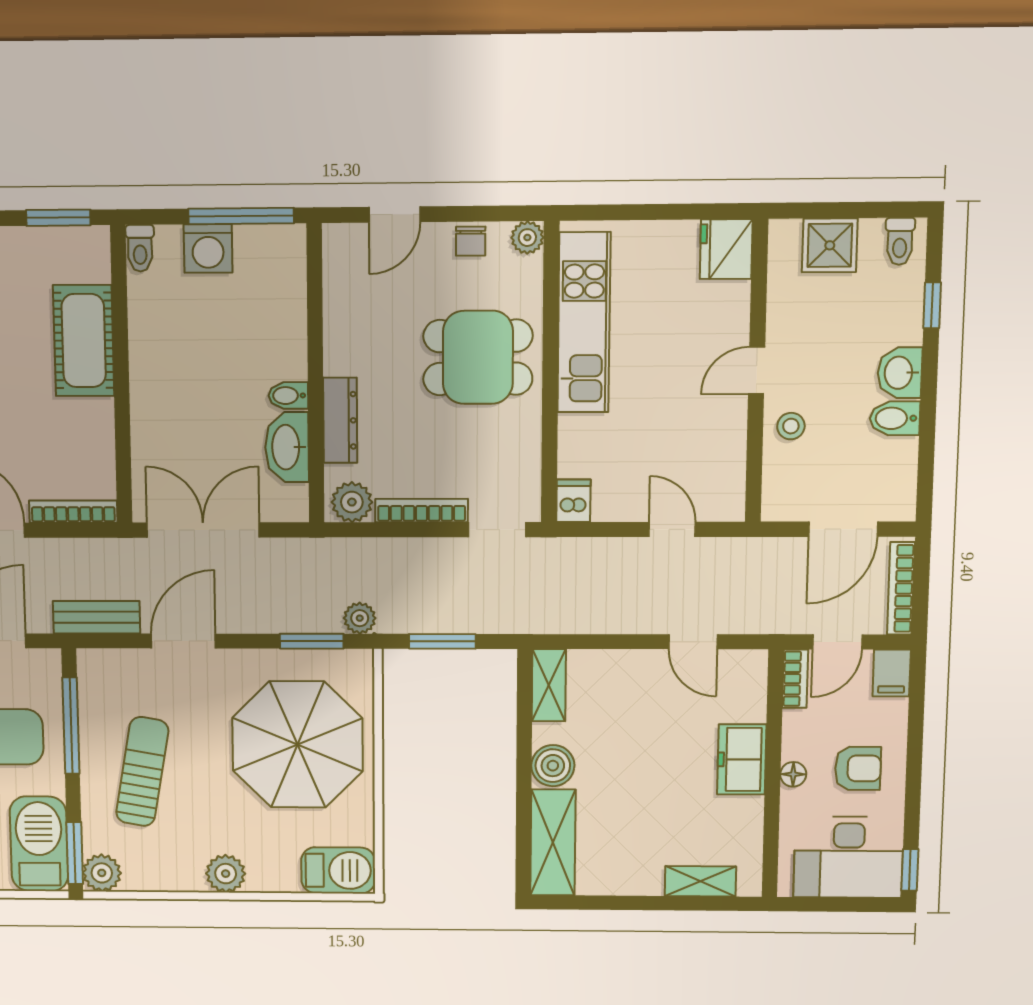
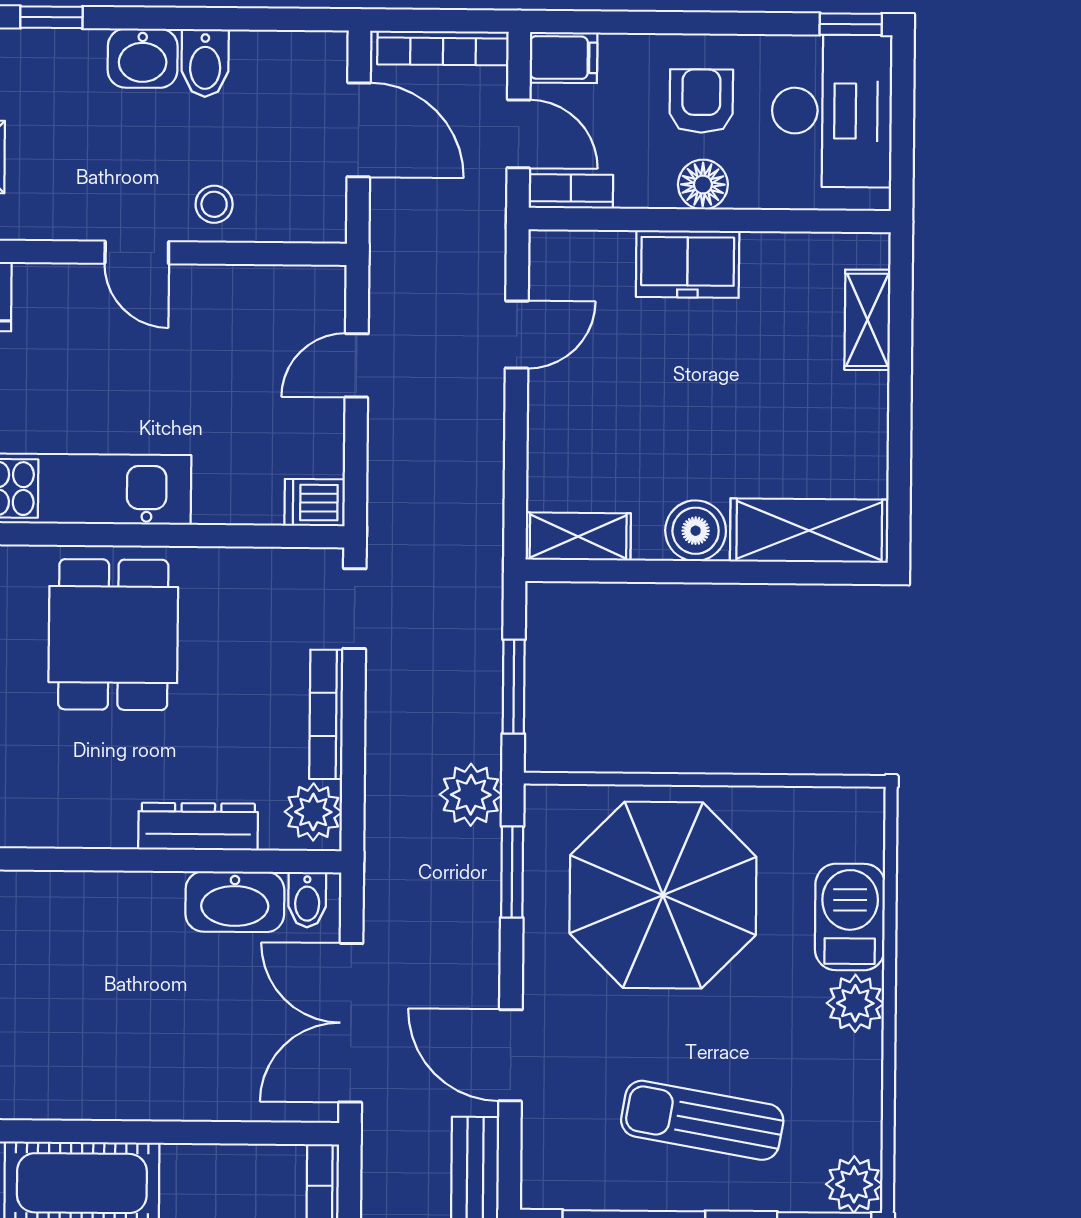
bidet: (288, 396) -> (307, 900), moved
plant: (360, 618) -> (471, 795), width x1.38, depth x1.38
floor lamp: (793, 774) -> (703, 185), width x1.37, depth x1.37
barbecue: (338, 870) -> (850, 917), moved

